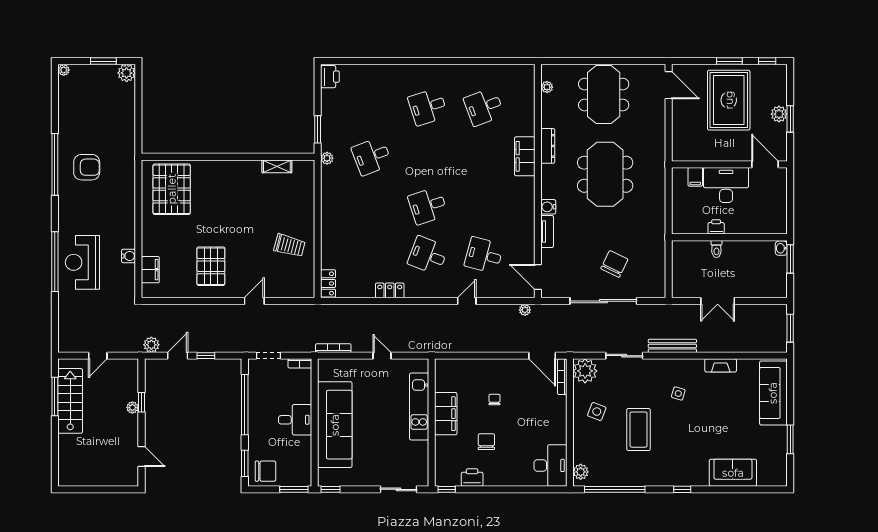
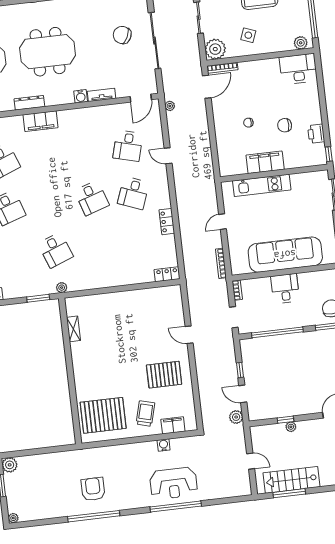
trolley: (289, 245) -> (145, 414), moved

